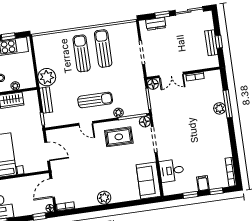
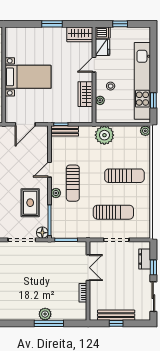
plant: (37, 40) -> (145, 131), added
bench: (211, 43) -> (116, 315), width x1.36
sun lounger: (103, 48) -> (113, 212), moved
double door: (171, 75) -> (88, 268), swing flipped
floor lamp: (153, 84) -> (81, 247), removed
bench: (46, 100) -> (65, 131), moved
plant: (118, 113) -> (56, 193), moved

